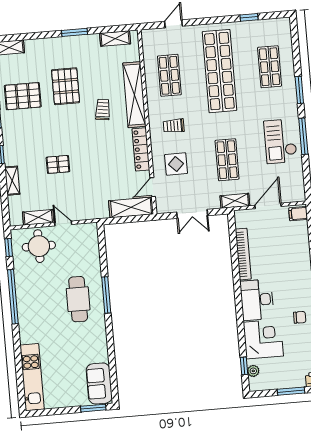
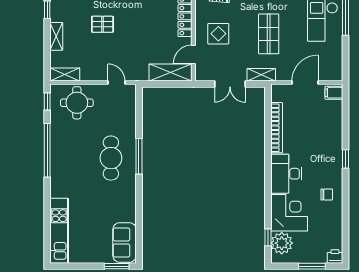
shelving: (235, 201) -> (261, 75), moved
shelving: (38, 217) -> (65, 74), moved
door: (63, 223) -> (116, 83), moved
plant: (253, 371) -> (282, 243), width x1.88, depth x1.88

